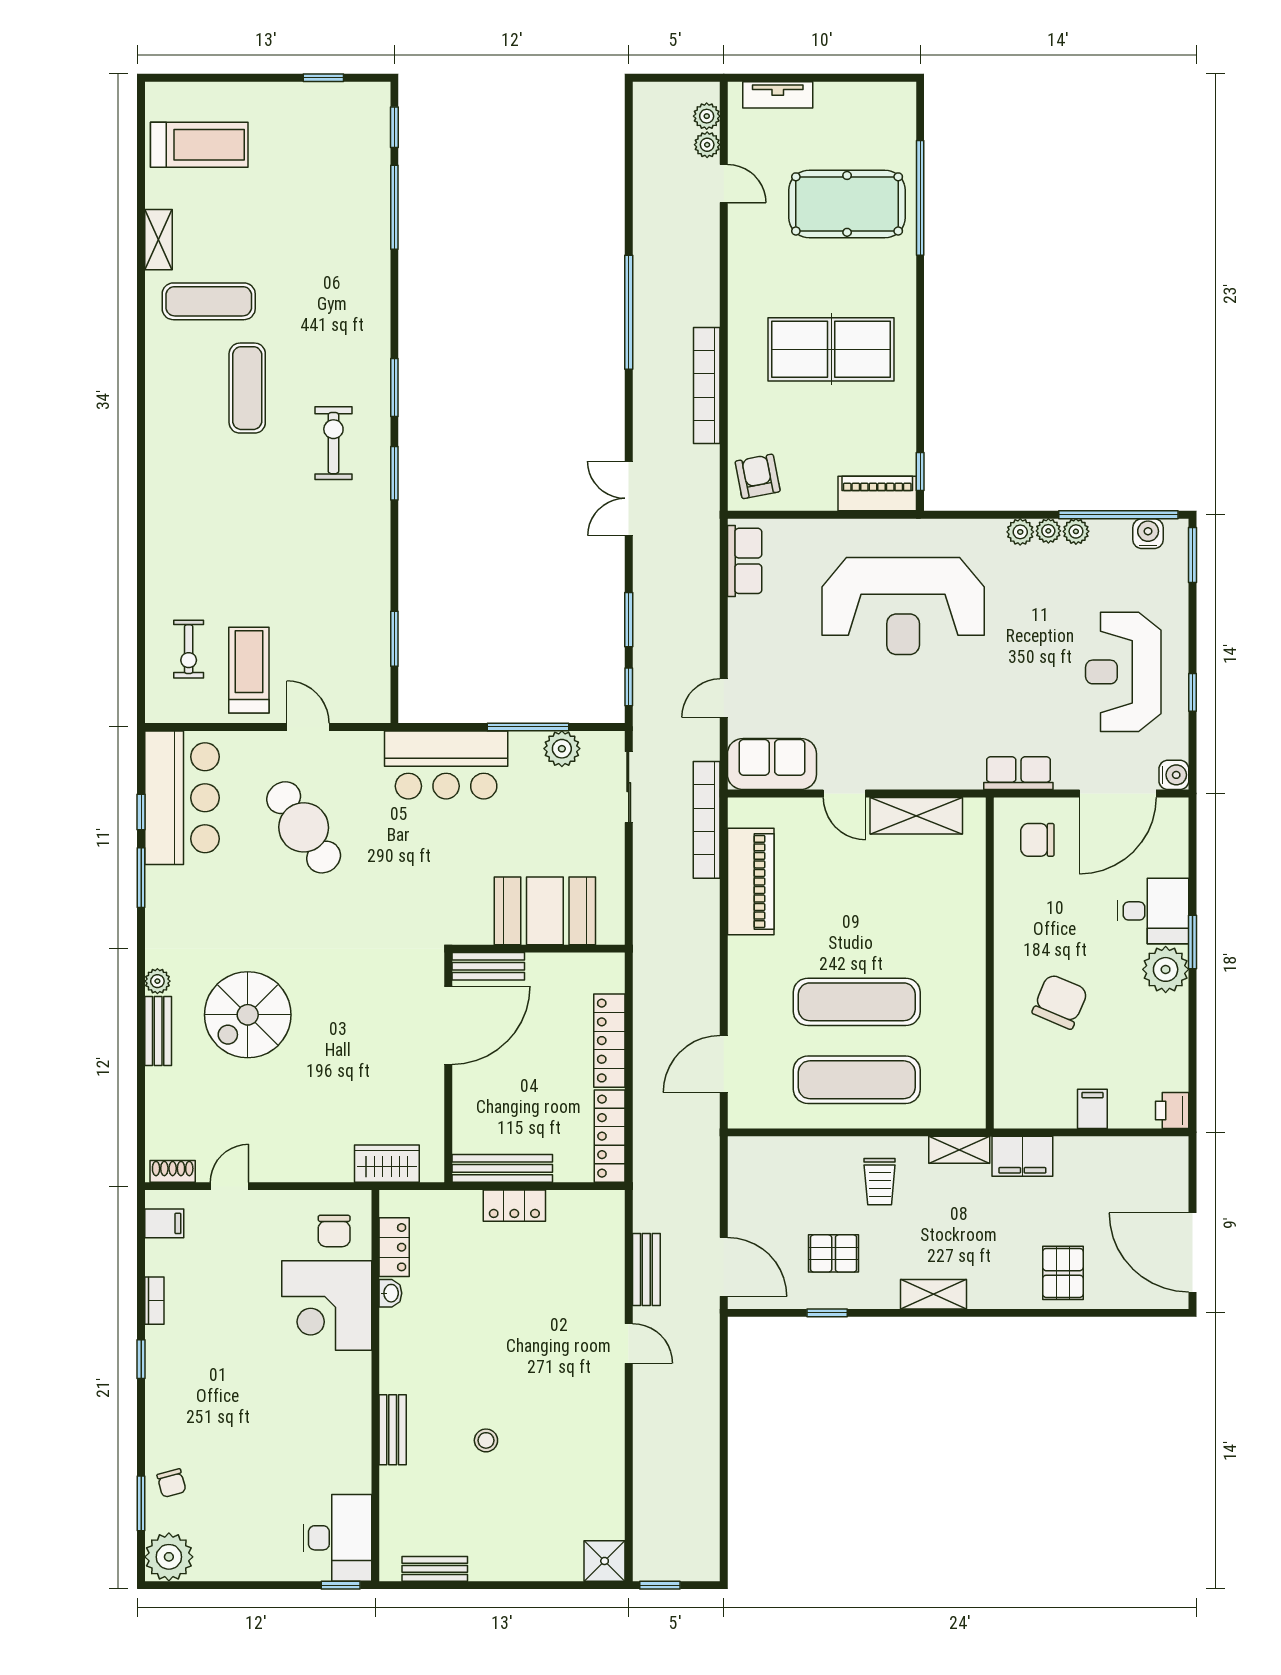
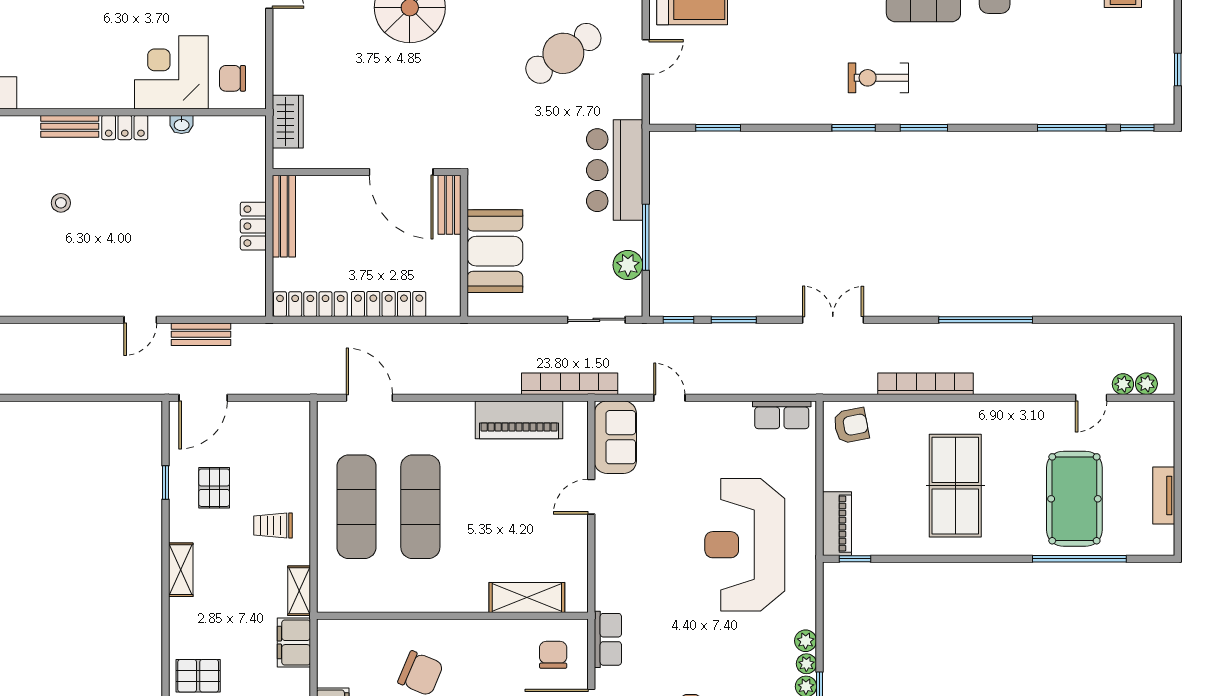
tv unit: (778, 95) -> (1164, 496), moved
exercise bike: (333, 443) -> (878, 78), turned 180
shelving: (916, 816) -> (527, 598), moved, turned 90
locker: (394, 1247) -> (125, 128), moved

